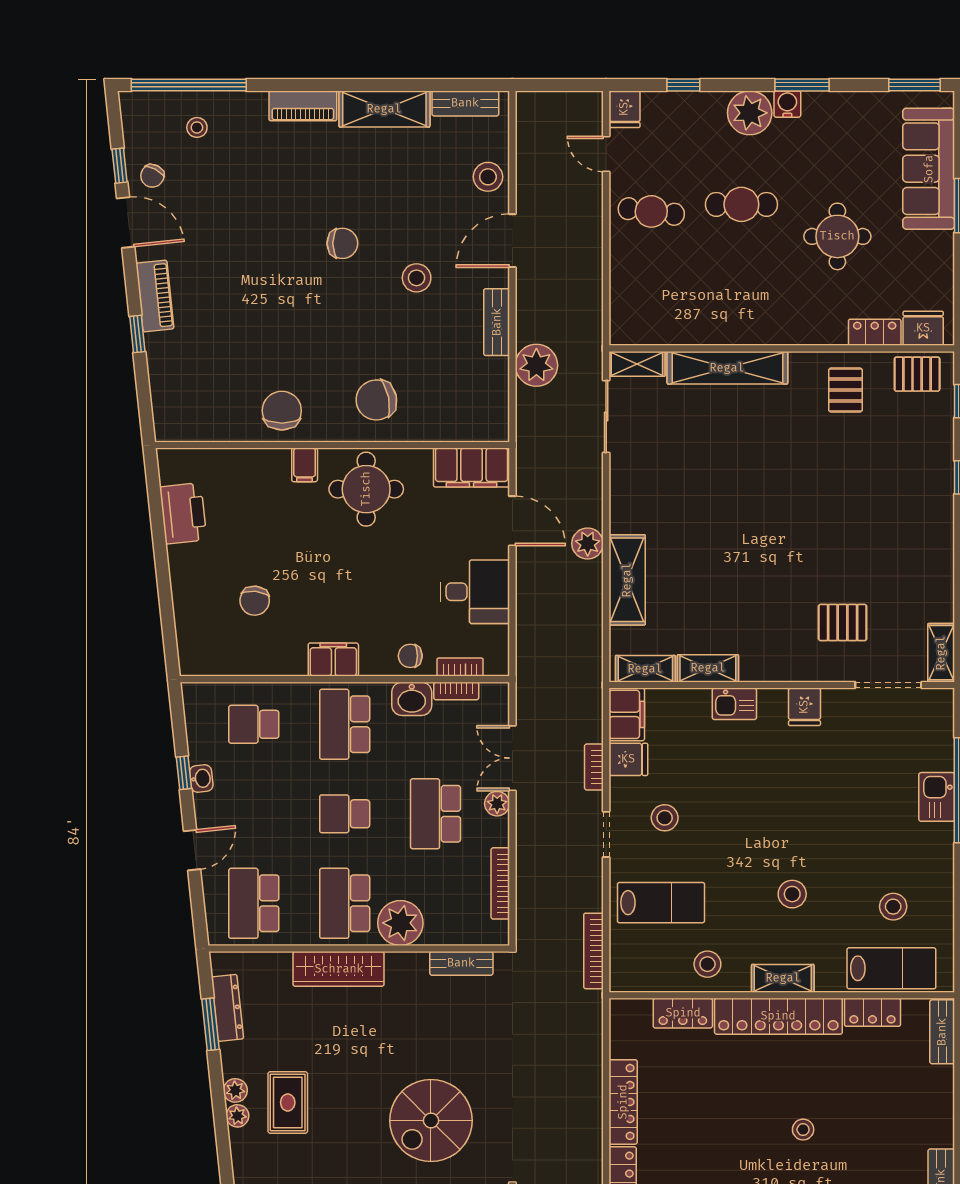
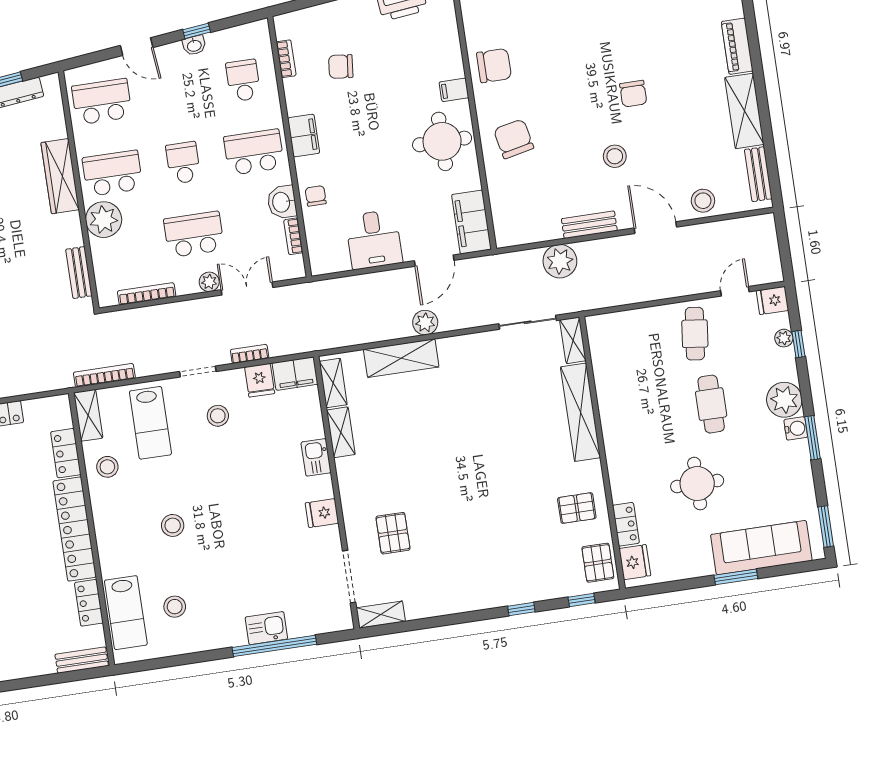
plant: (673, 102) -> (784, 338), added
bookcase: (460, 667) -> (286, 59), moved
shelving: (783, 978) -> (88, 415), moved

